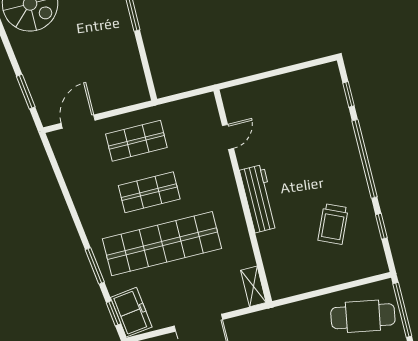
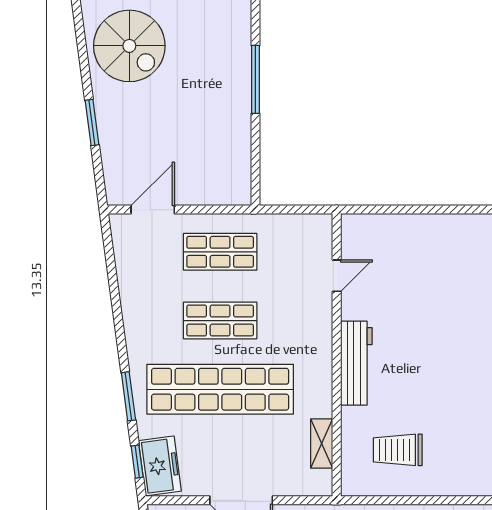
window: (26, 92) -> (92, 123), moved
trolley: (333, 224) -> (398, 450), moved, turned 66
shelving: (253, 286) -> (322, 444), moved

